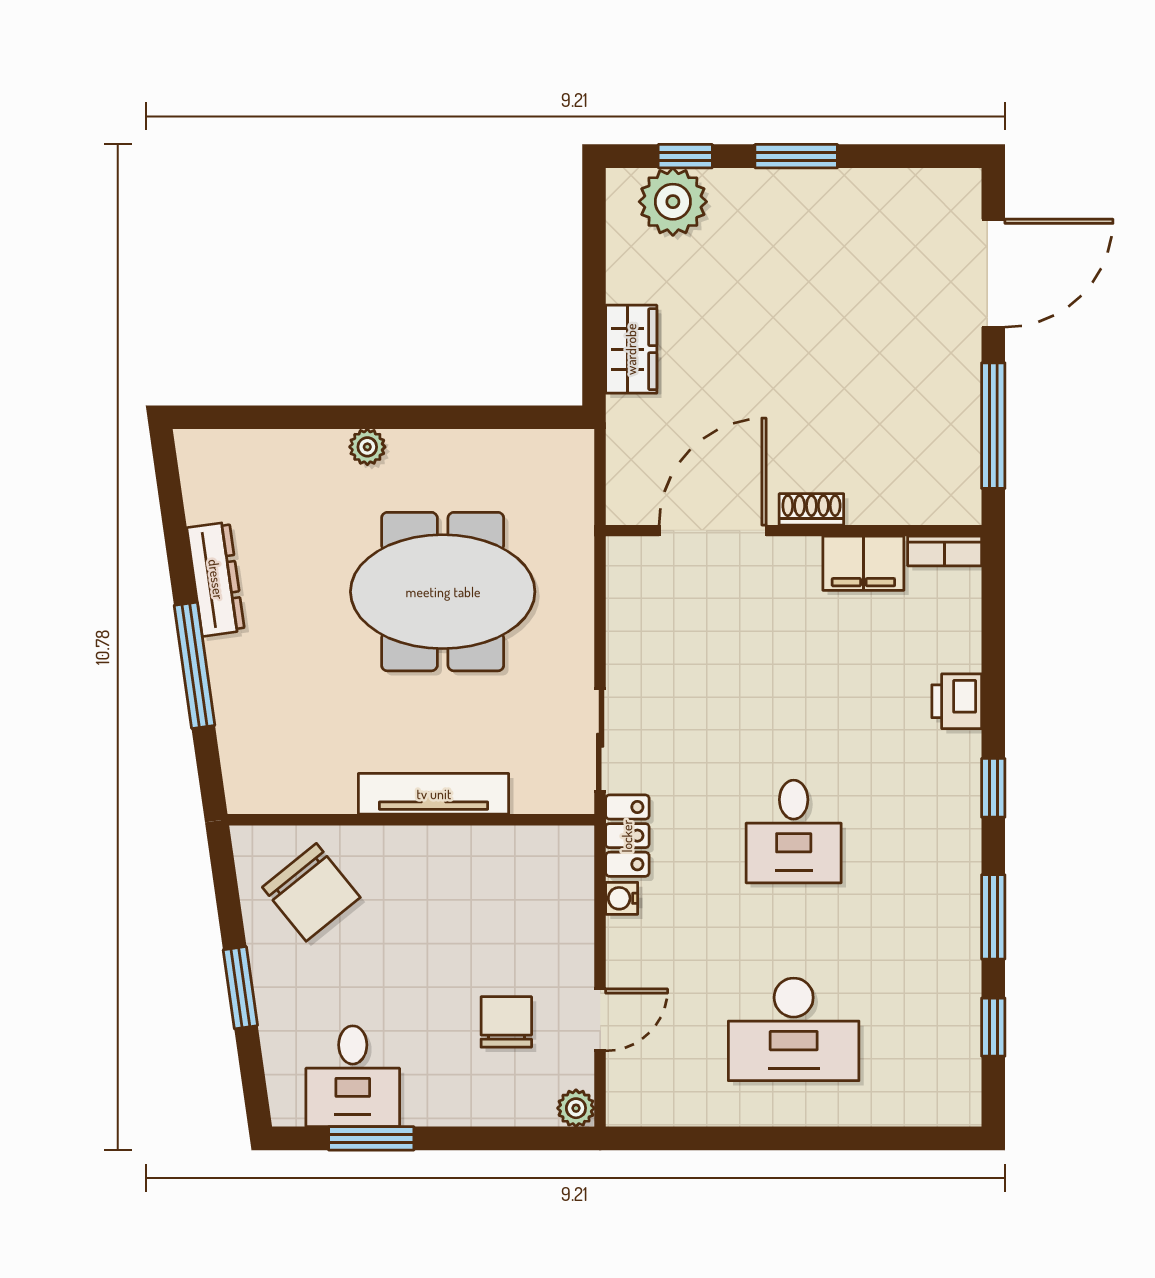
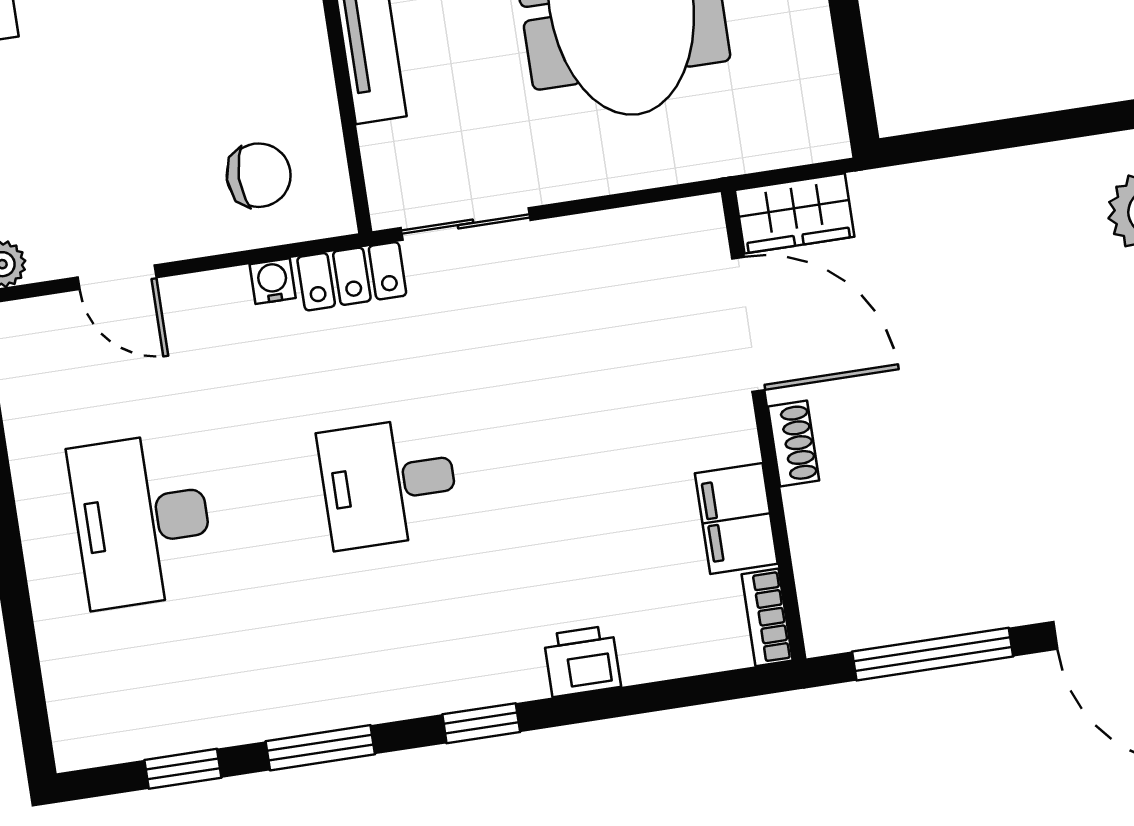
wardrobe: (631, 349) -> (795, 213), moved
chair: (506, 1022) -> (259, 175), moved

